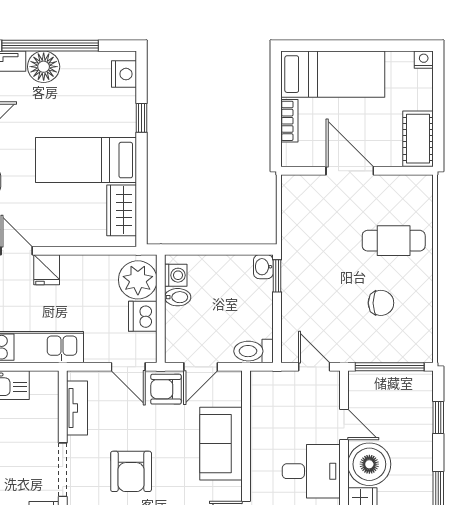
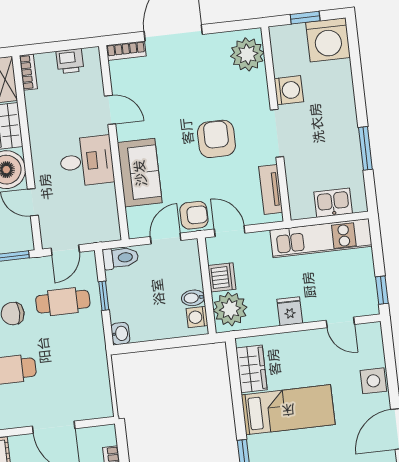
fridge: (47, 270) -> (290, 311), moved
window: (277, 276) -> (104, 296), moved
cafe table: (323, 310) -> (63, 302), added
door: (314, 367) -> (65, 250), hinge flipped
desk: (311, 471) -> (87, 161), moved, turned 180

